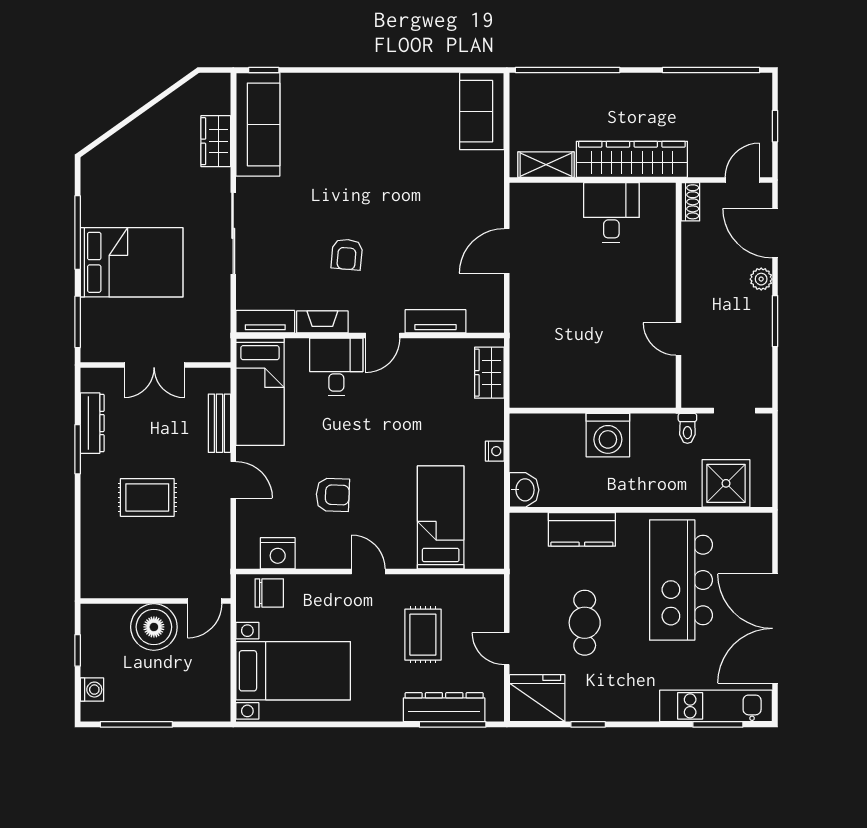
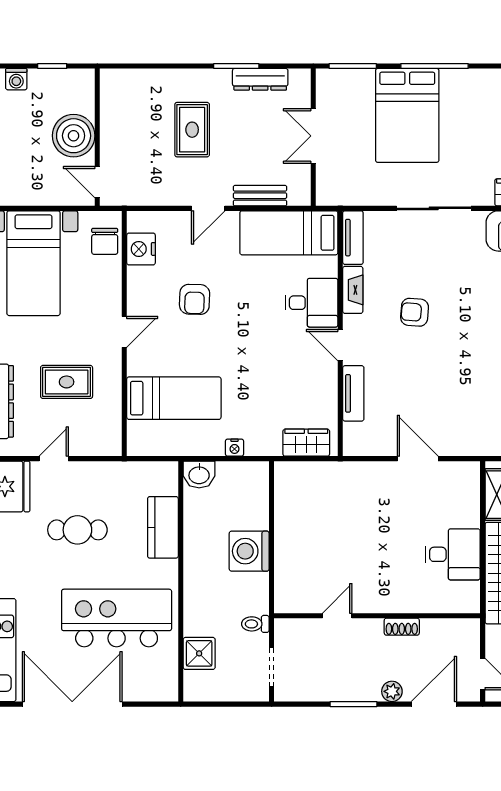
shoe rack: (690, 202) -> (402, 627), moved
shower: (726, 483) -> (199, 653), width x0.73, depth x0.73

